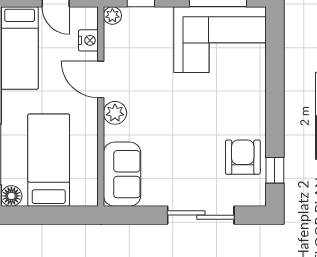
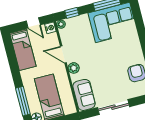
nightstand: (88, 40) -> (50, 28), moved
sliding door: (201, 215) -> (113, 107), moved

